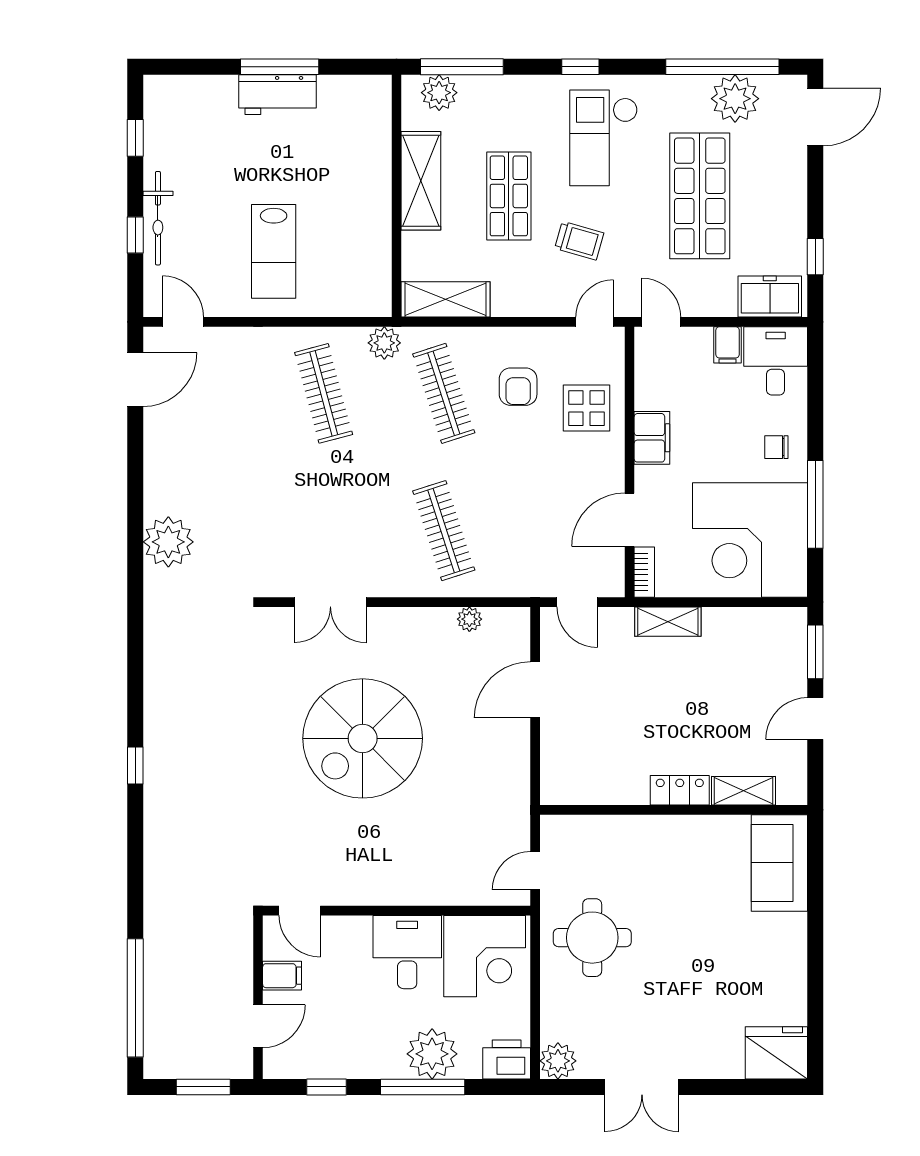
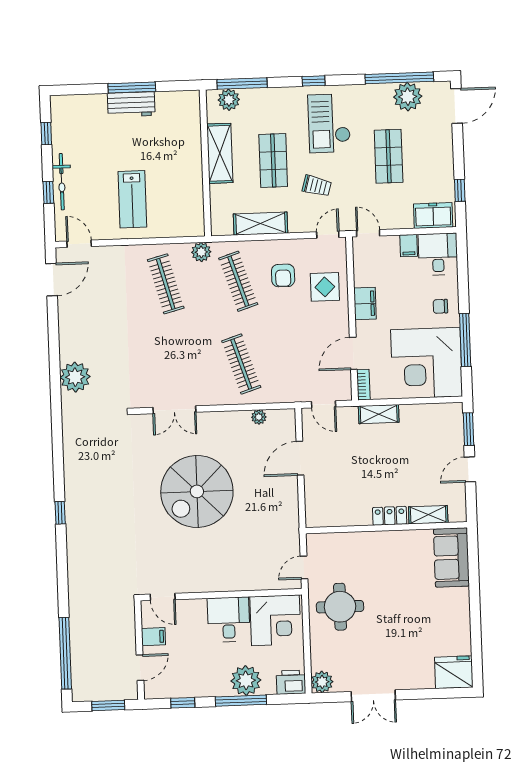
shop shelf: (700, 196) -> (389, 156), width x0.70, depth x0.74
shelving: (446, 299) -> (261, 224), moved

